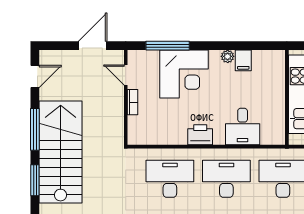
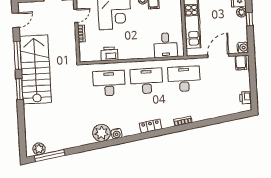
door: (126, 75) -> (76, 16), swing flipped
desk: (243, 127) -> (166, 45), moved
printer: (200, 135) -> (109, 54), moved

